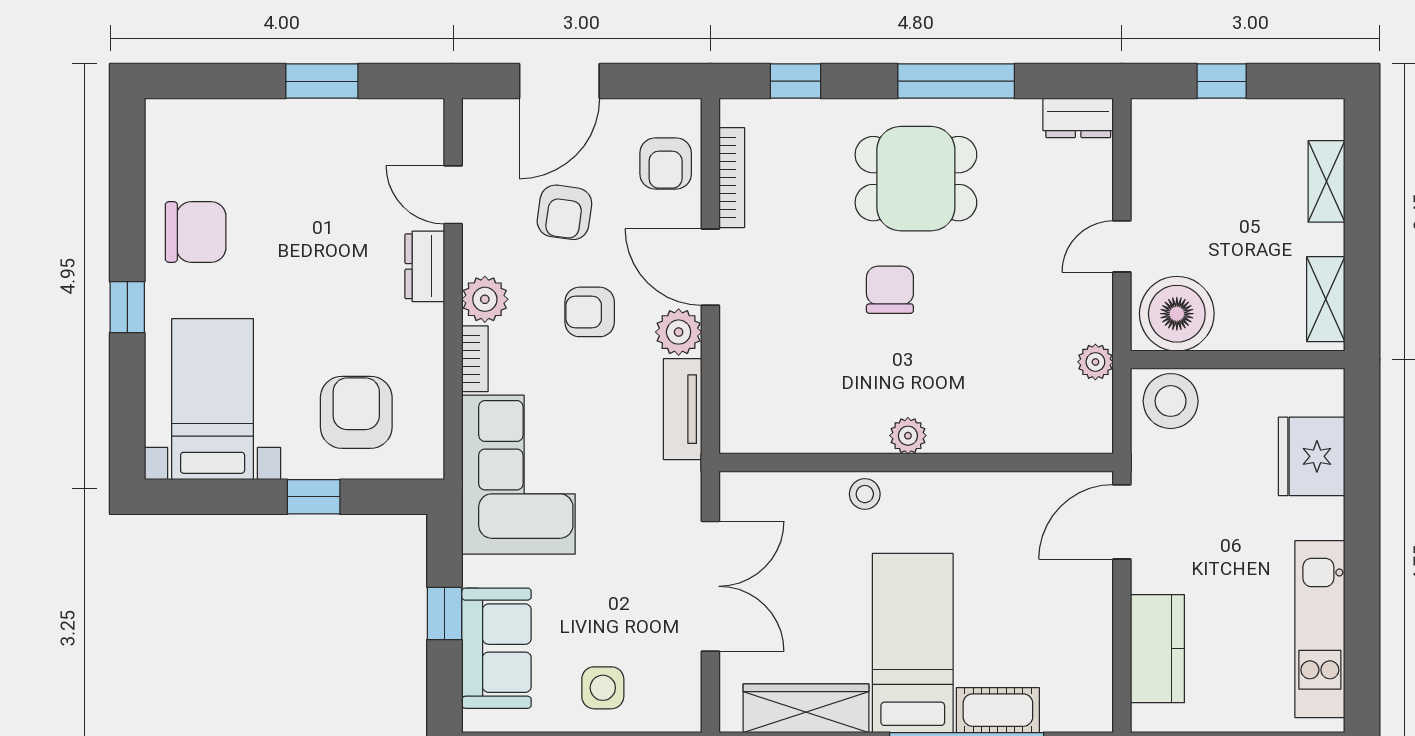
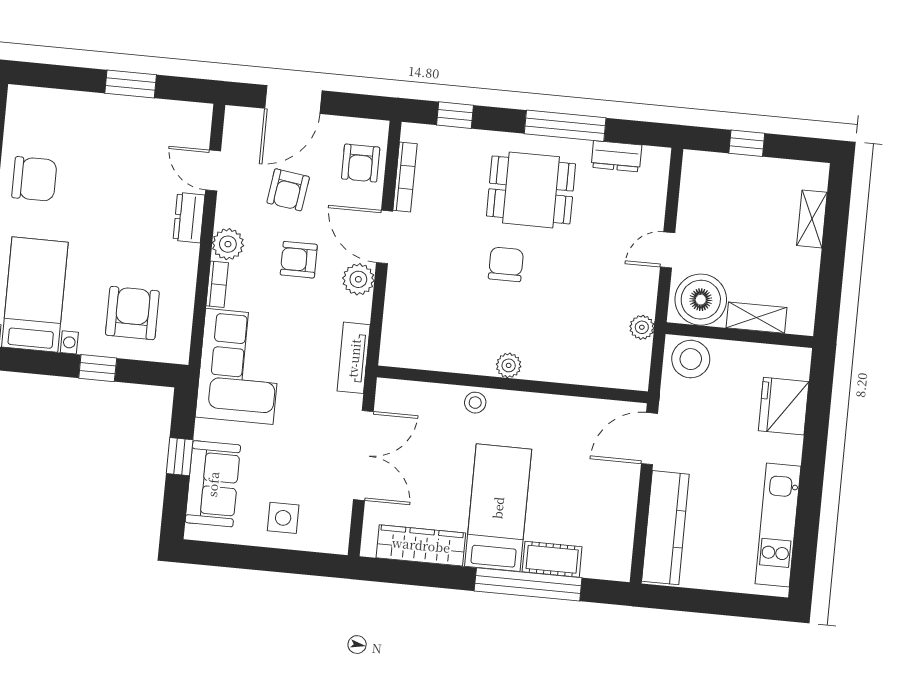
dresser: (1078, 118) -> (616, 156), moved
shelving: (1326, 299) -> (757, 318), moved, turned 90
tv unit: (683, 409) -> (354, 358), moved
kitchen counter: (1157, 649) -> (665, 528), width x1.50

